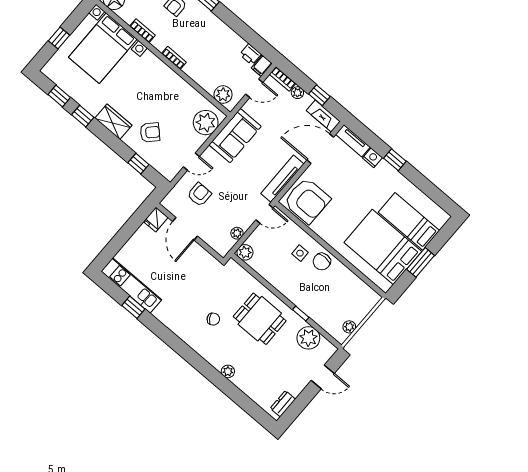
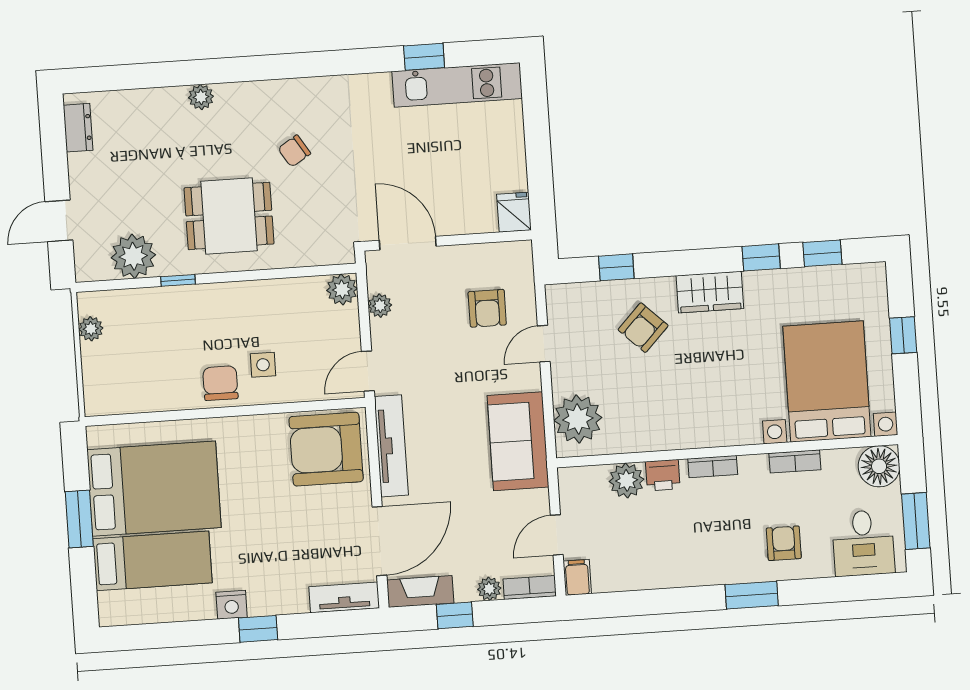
printer: (250, 54) -> (663, 475), moved, turned 180
plant: (223, 95) -> (627, 480), moved
nightstand: (372, 158) -> (232, 605), moved
door: (185, 229) -> (408, 243), moved

